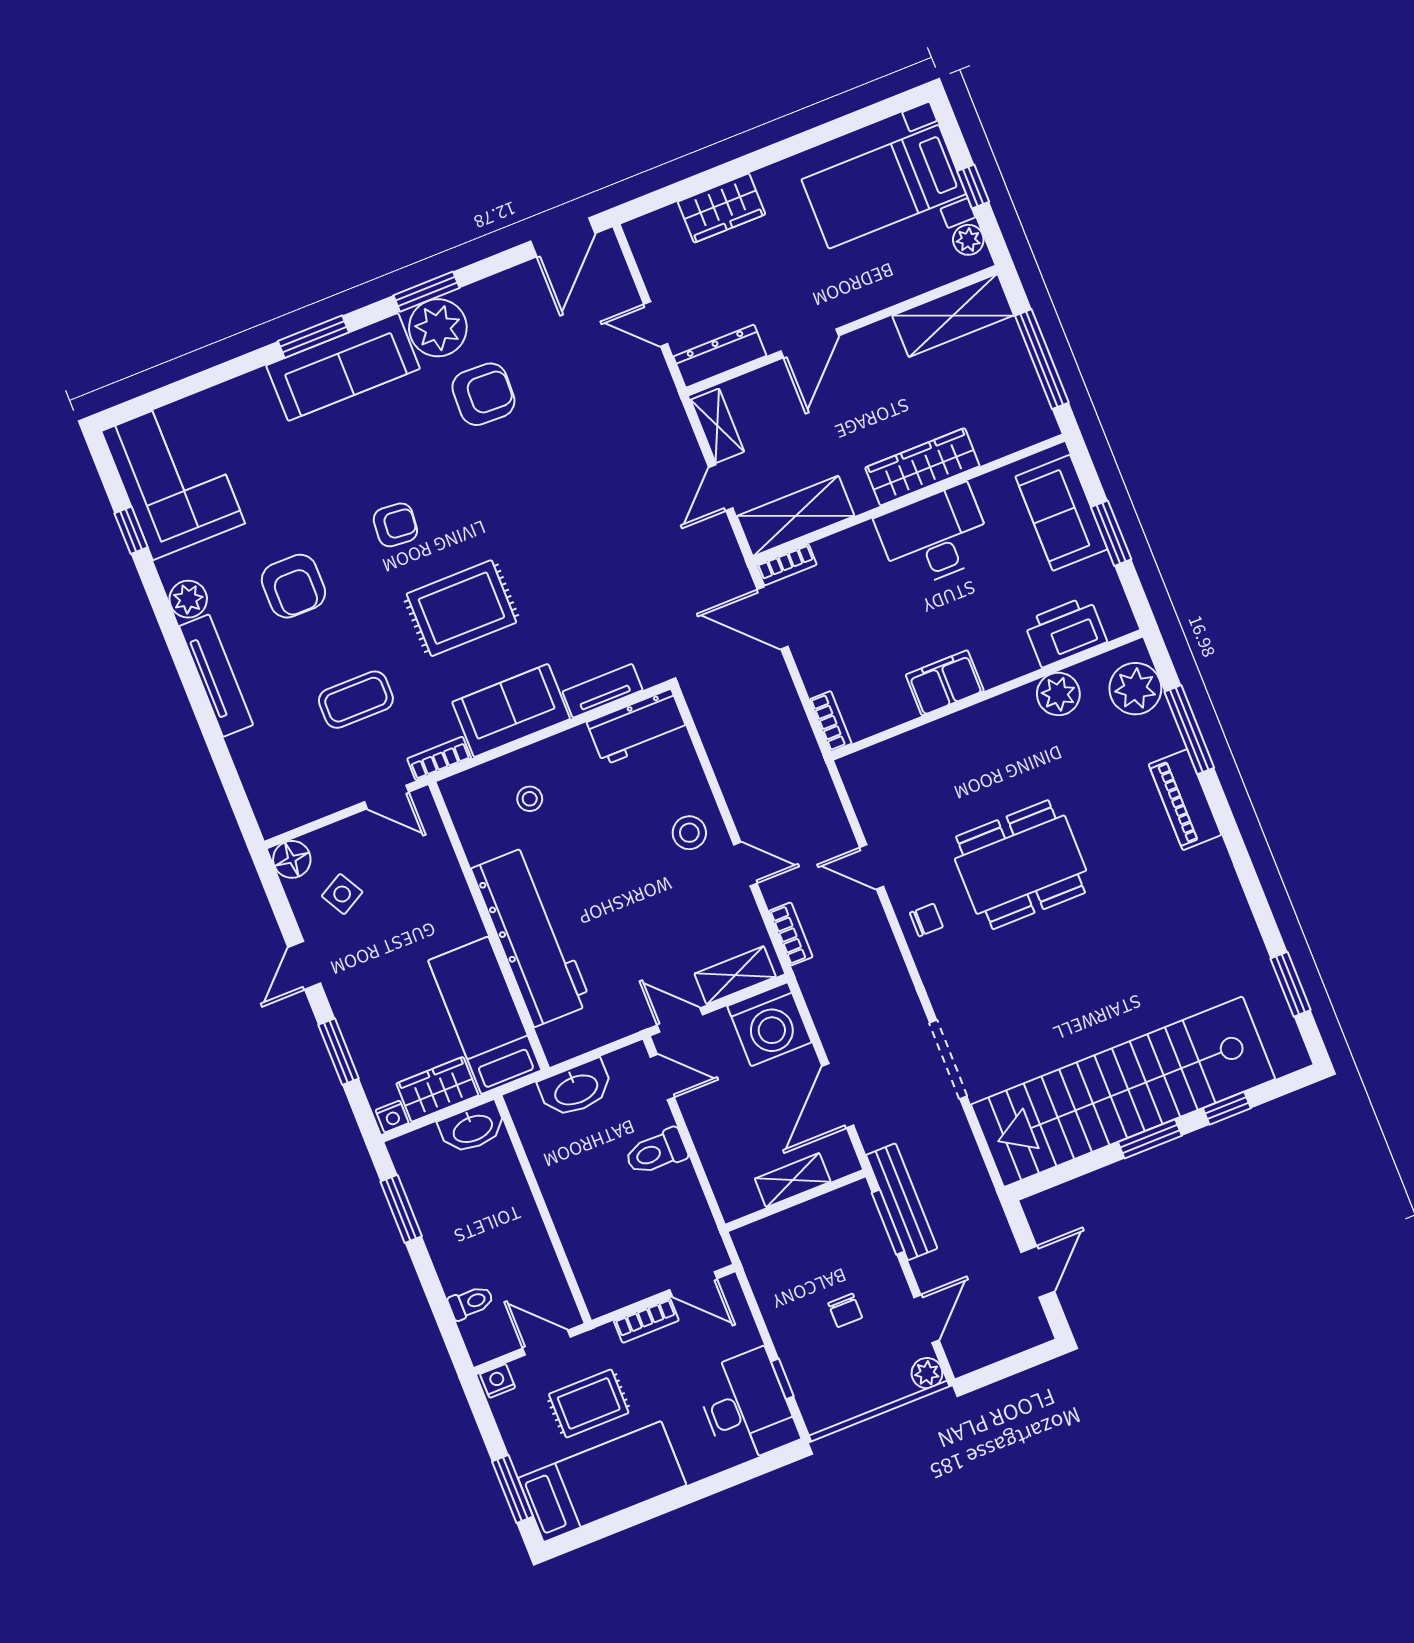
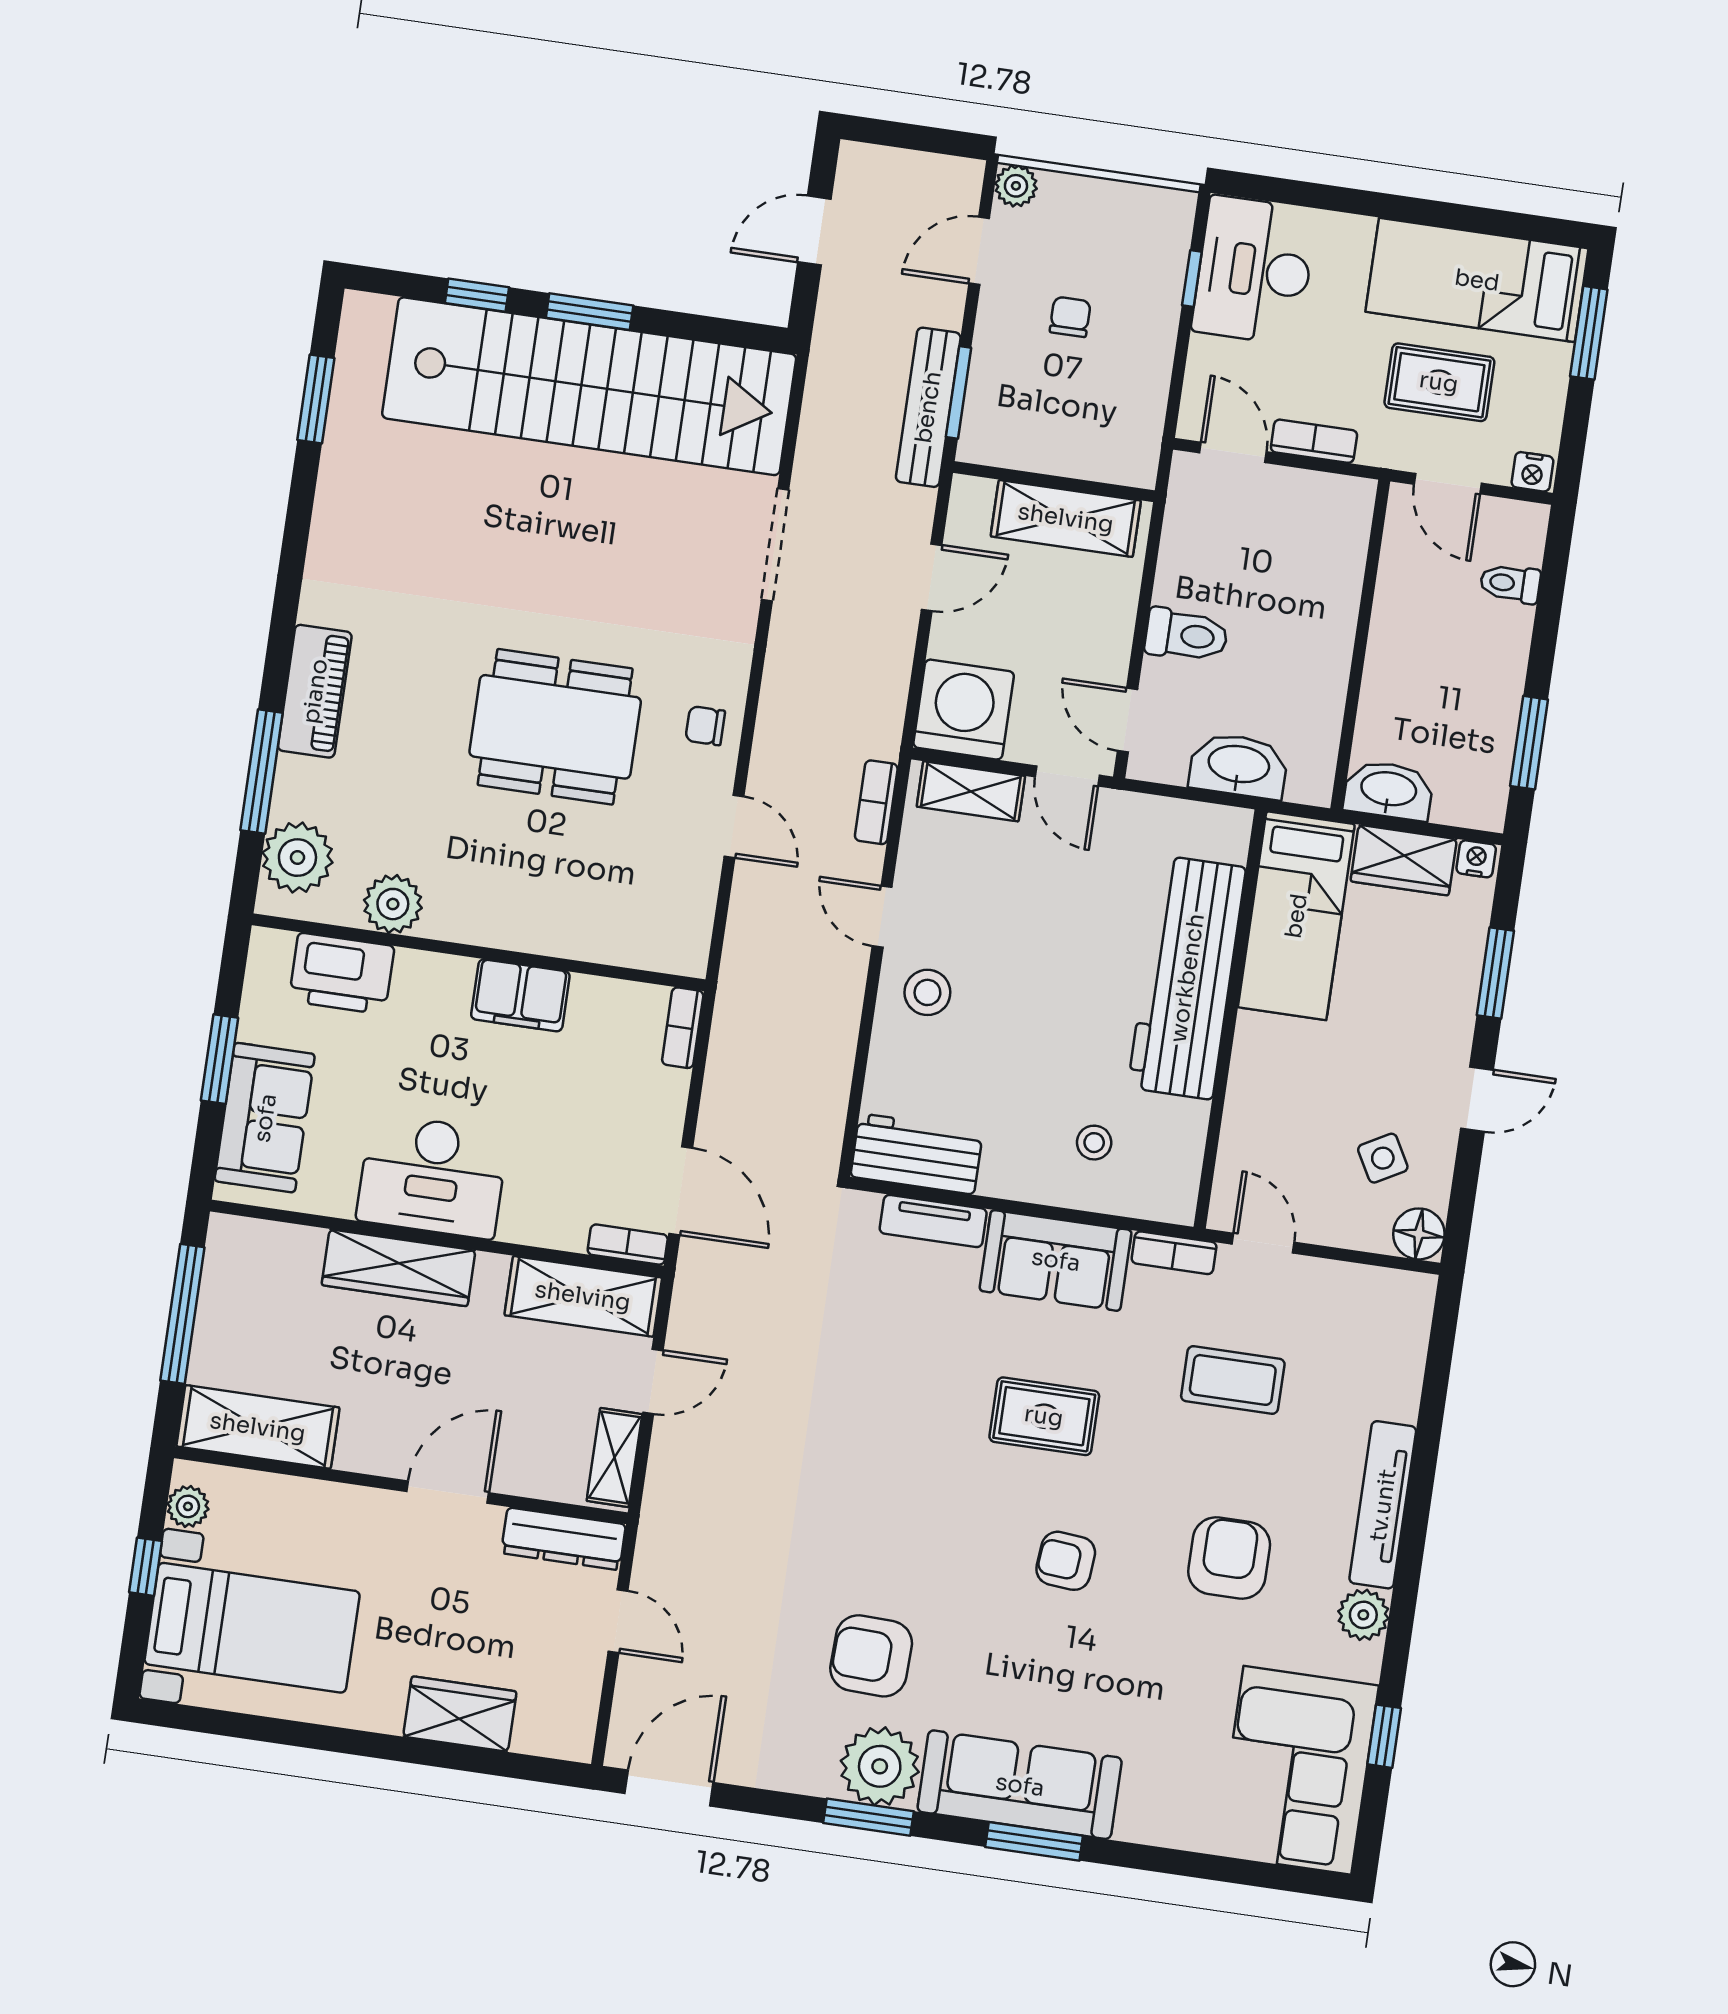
rug: (461, 608) -> (1044, 1416), width x0.73, depth x0.70
door: (838, 1096) -> (932, 577), width x0.73
shelving: (793, 1180) -> (1066, 518), width x1.50, depth x1.33

